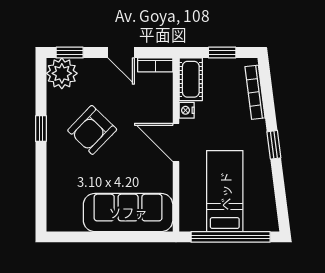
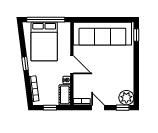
window: (41, 129) -> (136, 35), moved
armchair: (92, 130) -> (112, 71), removed
bed: (225, 191) -> (44, 41), width x1.50
sofa: (128, 212) -> (102, 34), width x1.36, depth x1.27

